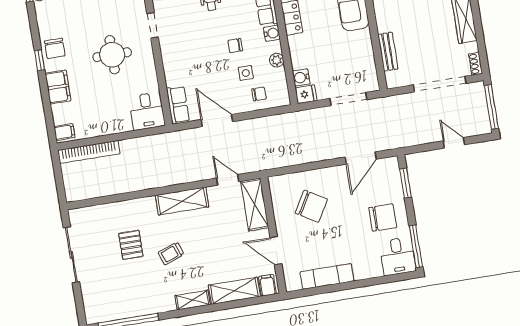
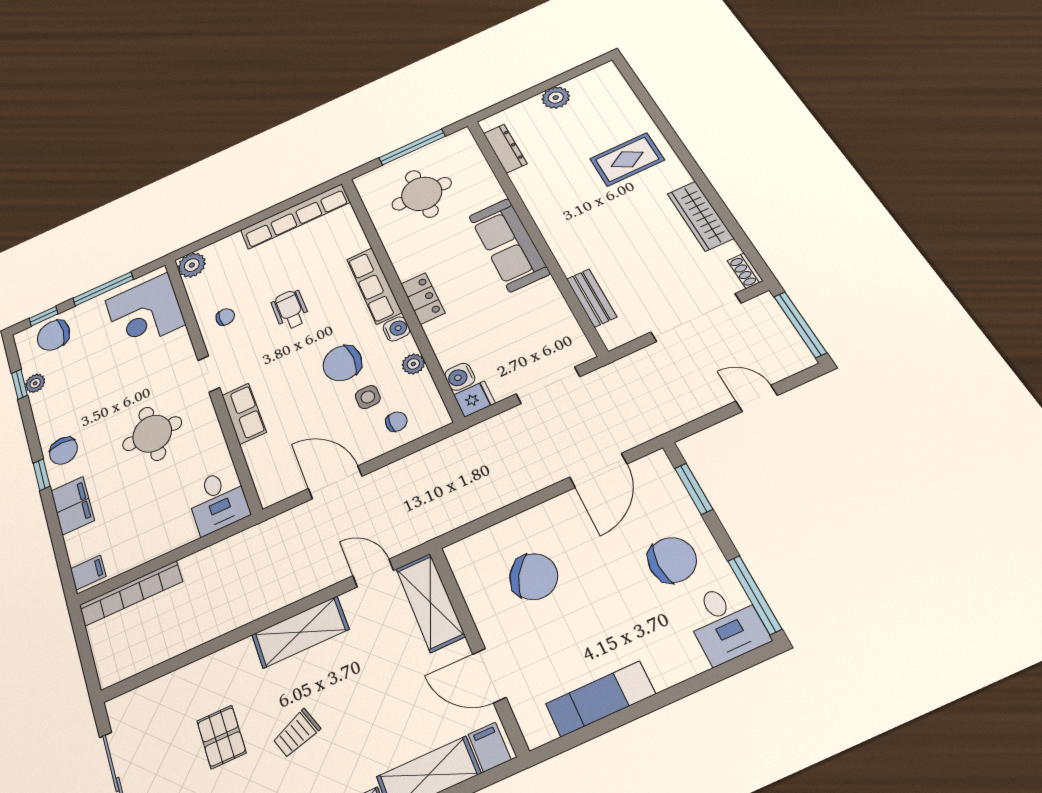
chair: (235, 46) -> (342, 363), width x1.87, depth x1.87
row of seats: (178, 105) -> (244, 414), moved

